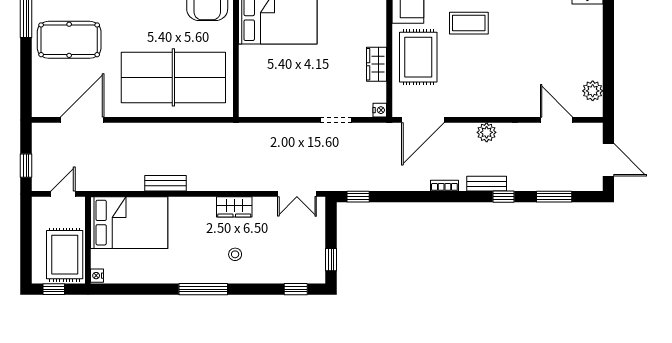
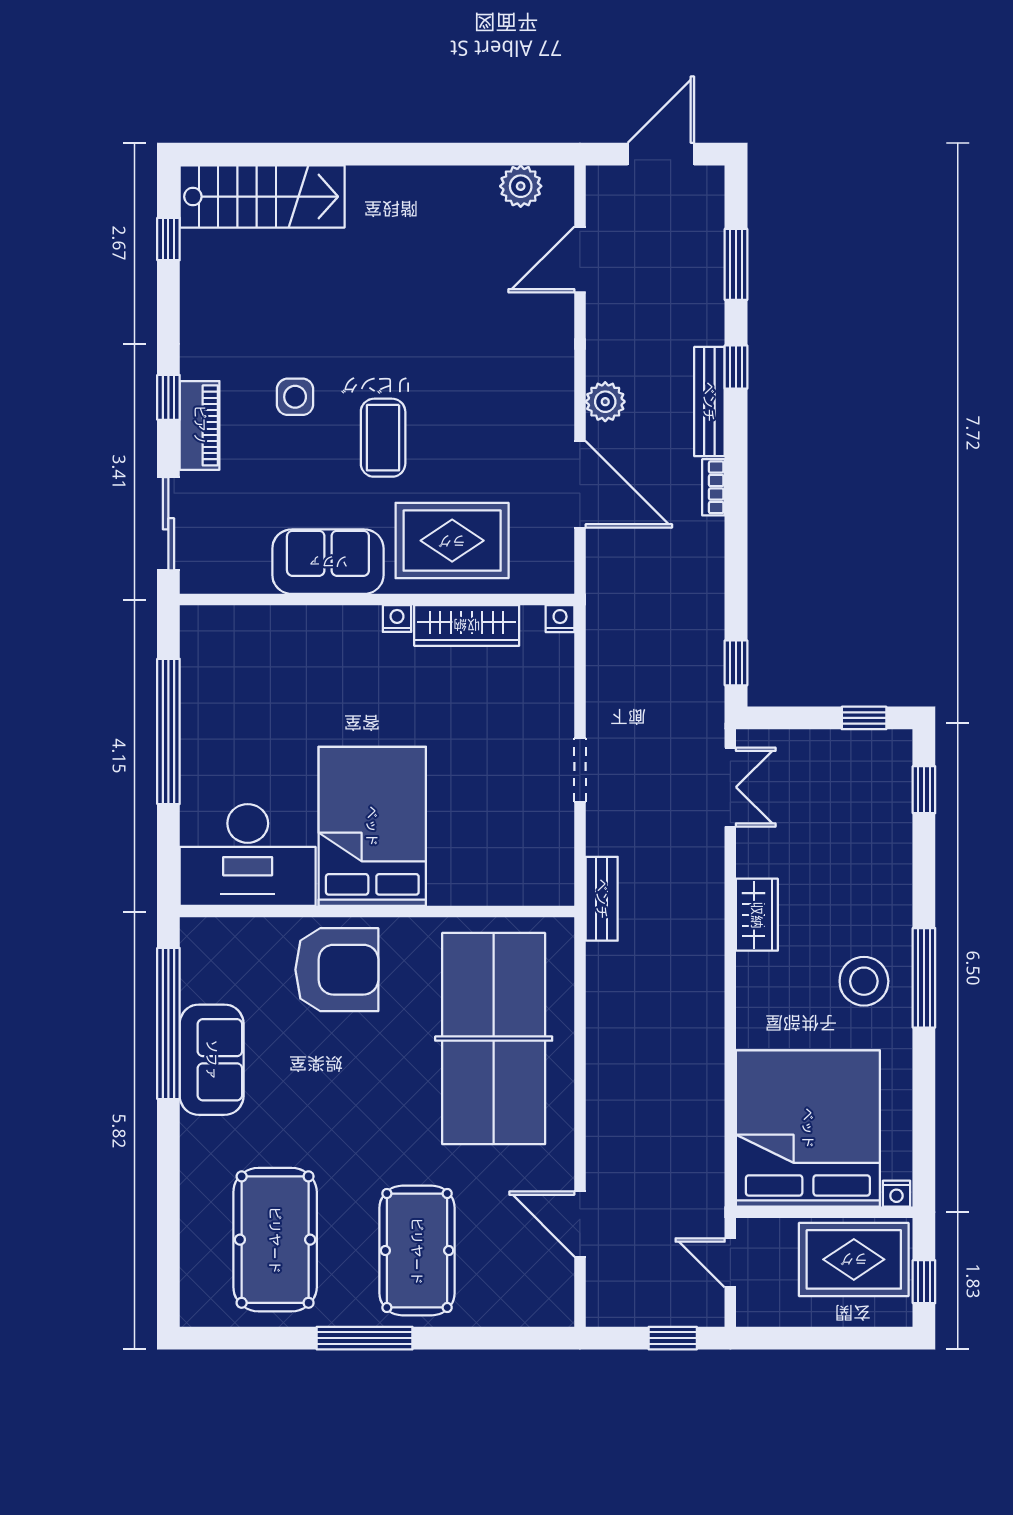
nightstand: (380, 30) -> (397, 619), added
wardrobe: (377, 64) -> (467, 625), width x1.50
door: (82, 120) -> (580, 1224), width x0.73
doorway: (336, 120) -> (580, 770), moved
door: (423, 120) -> (580, 484), moved
bench: (166, 183) -> (602, 899), moved
bench: (487, 184) -> (709, 402), width x1.36
bed: (129, 223) -> (808, 1128), width x1.36
stool: (235, 254) -> (864, 981), moved, width x1.89, depth x1.89

